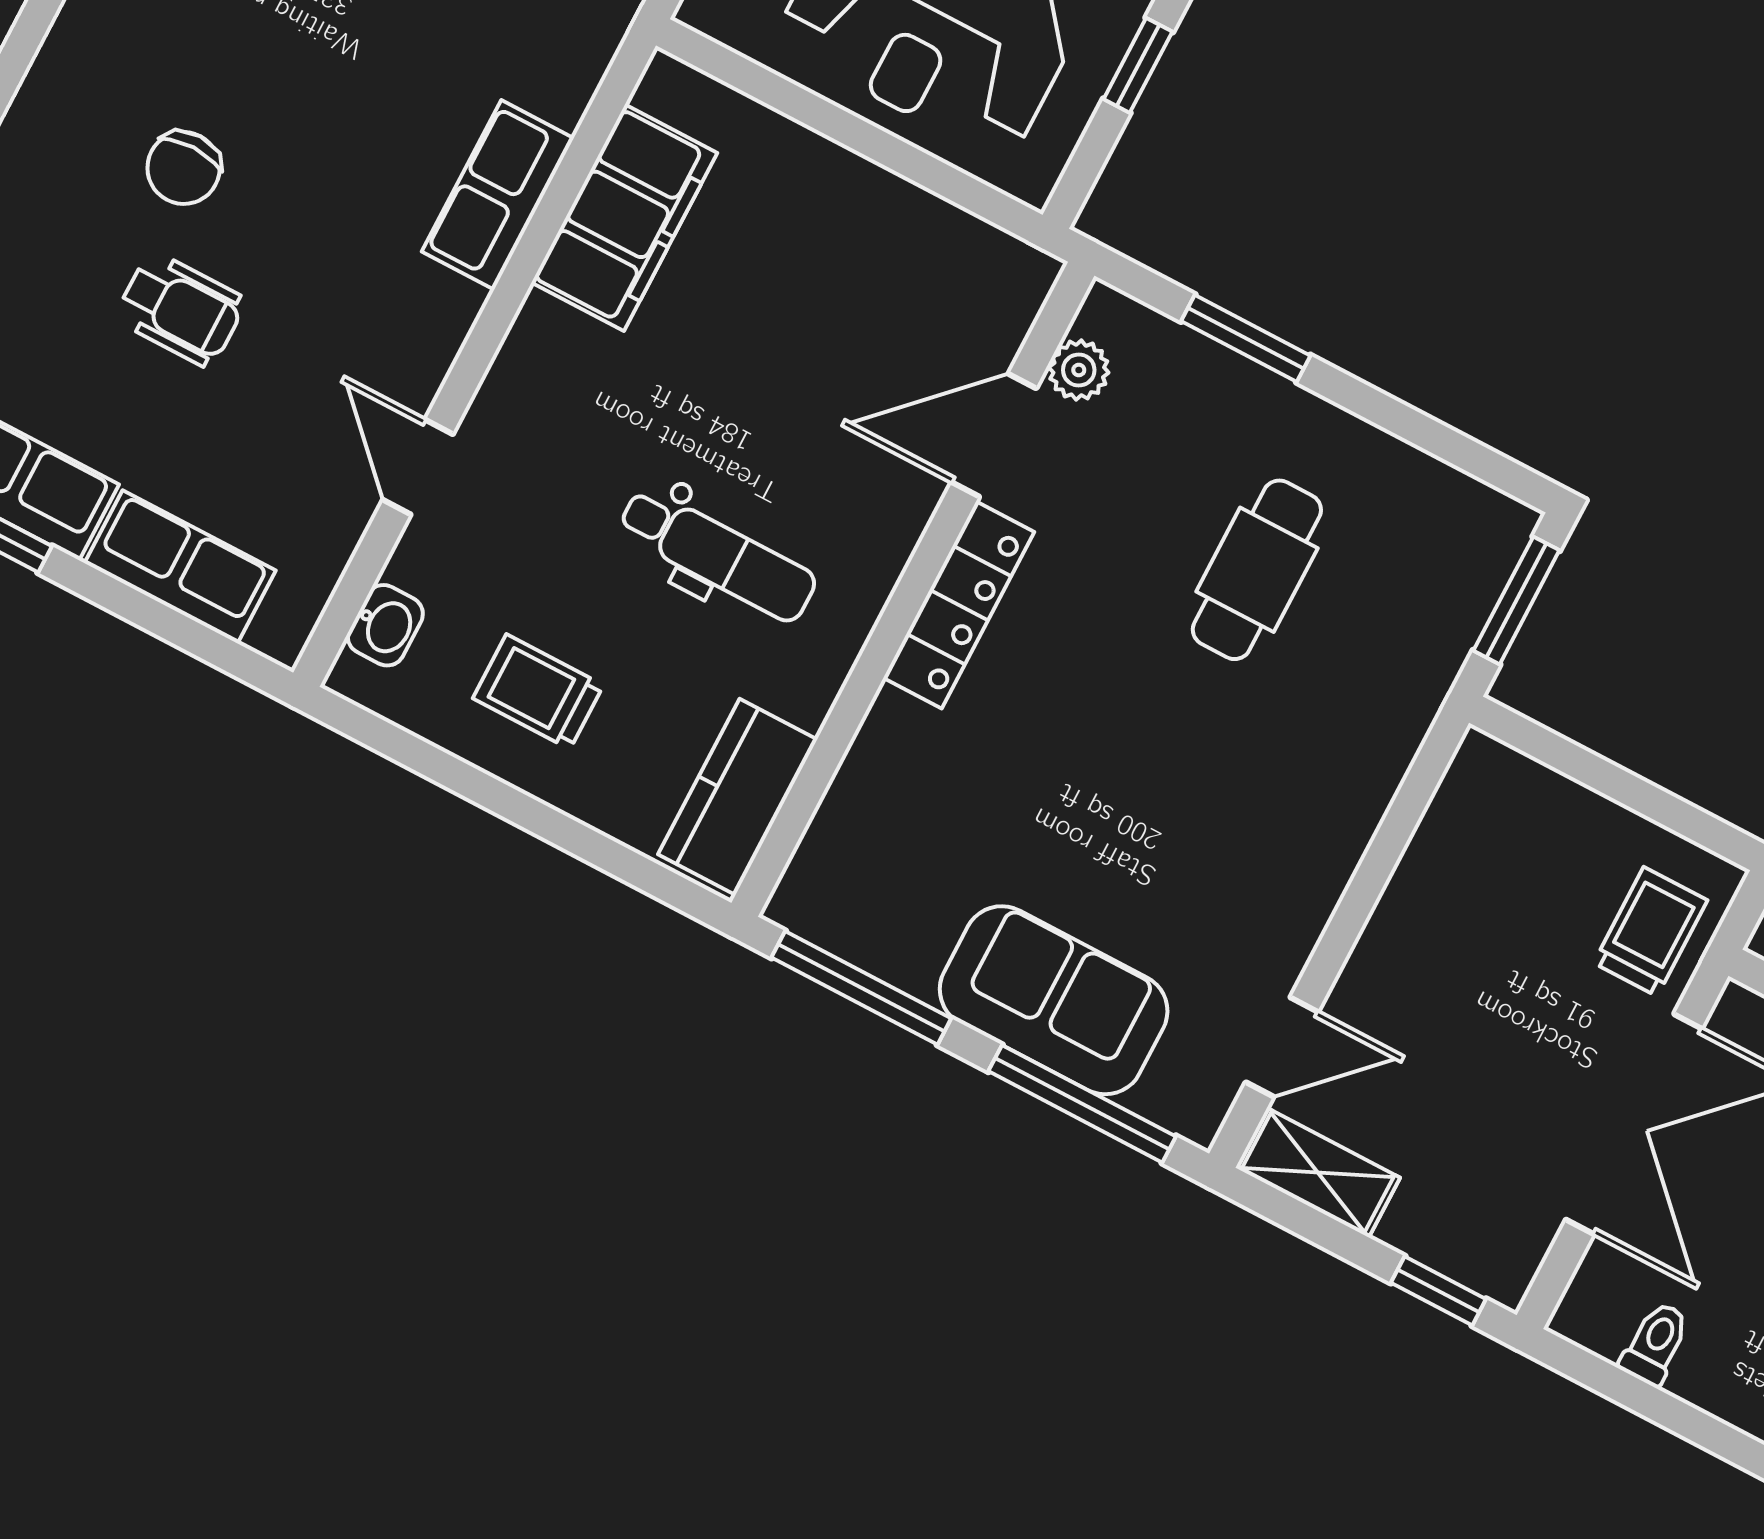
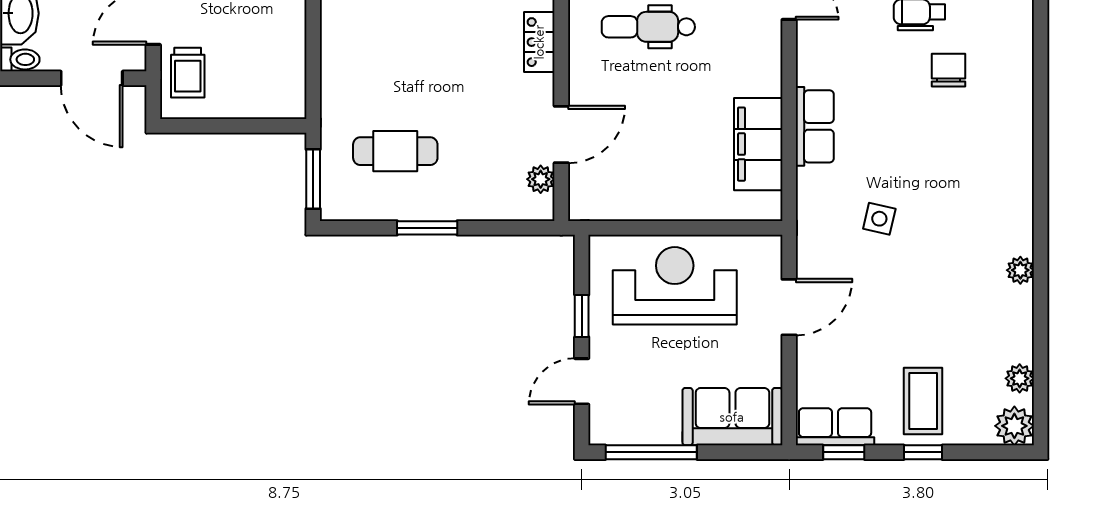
window: (1246, 338) -> (427, 228), moved
cafe table: (1257, 570) -> (395, 151), moved, turned 90
locker: (959, 605) -> (539, 42), width x0.66

